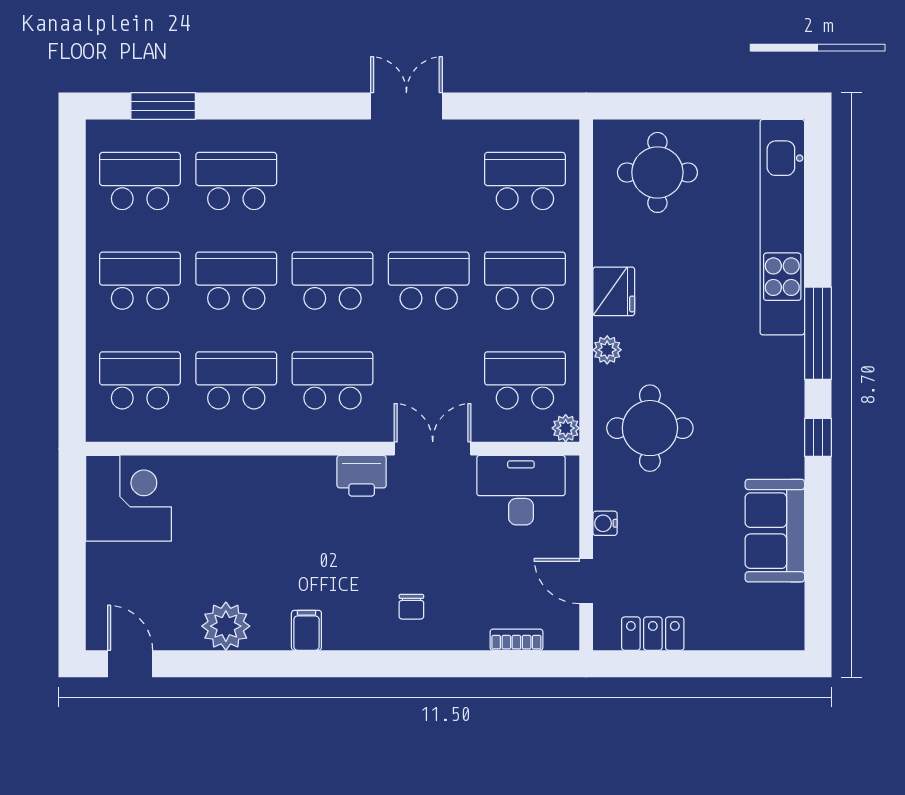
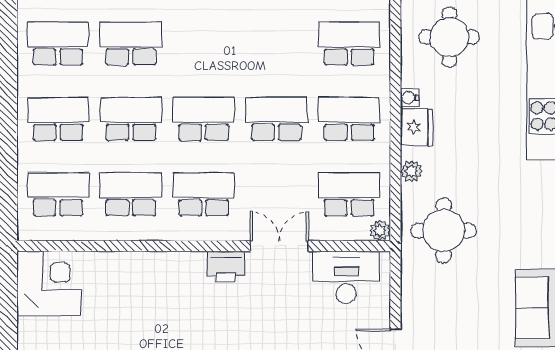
water cooler: (605, 523) -> (410, 97), moved

